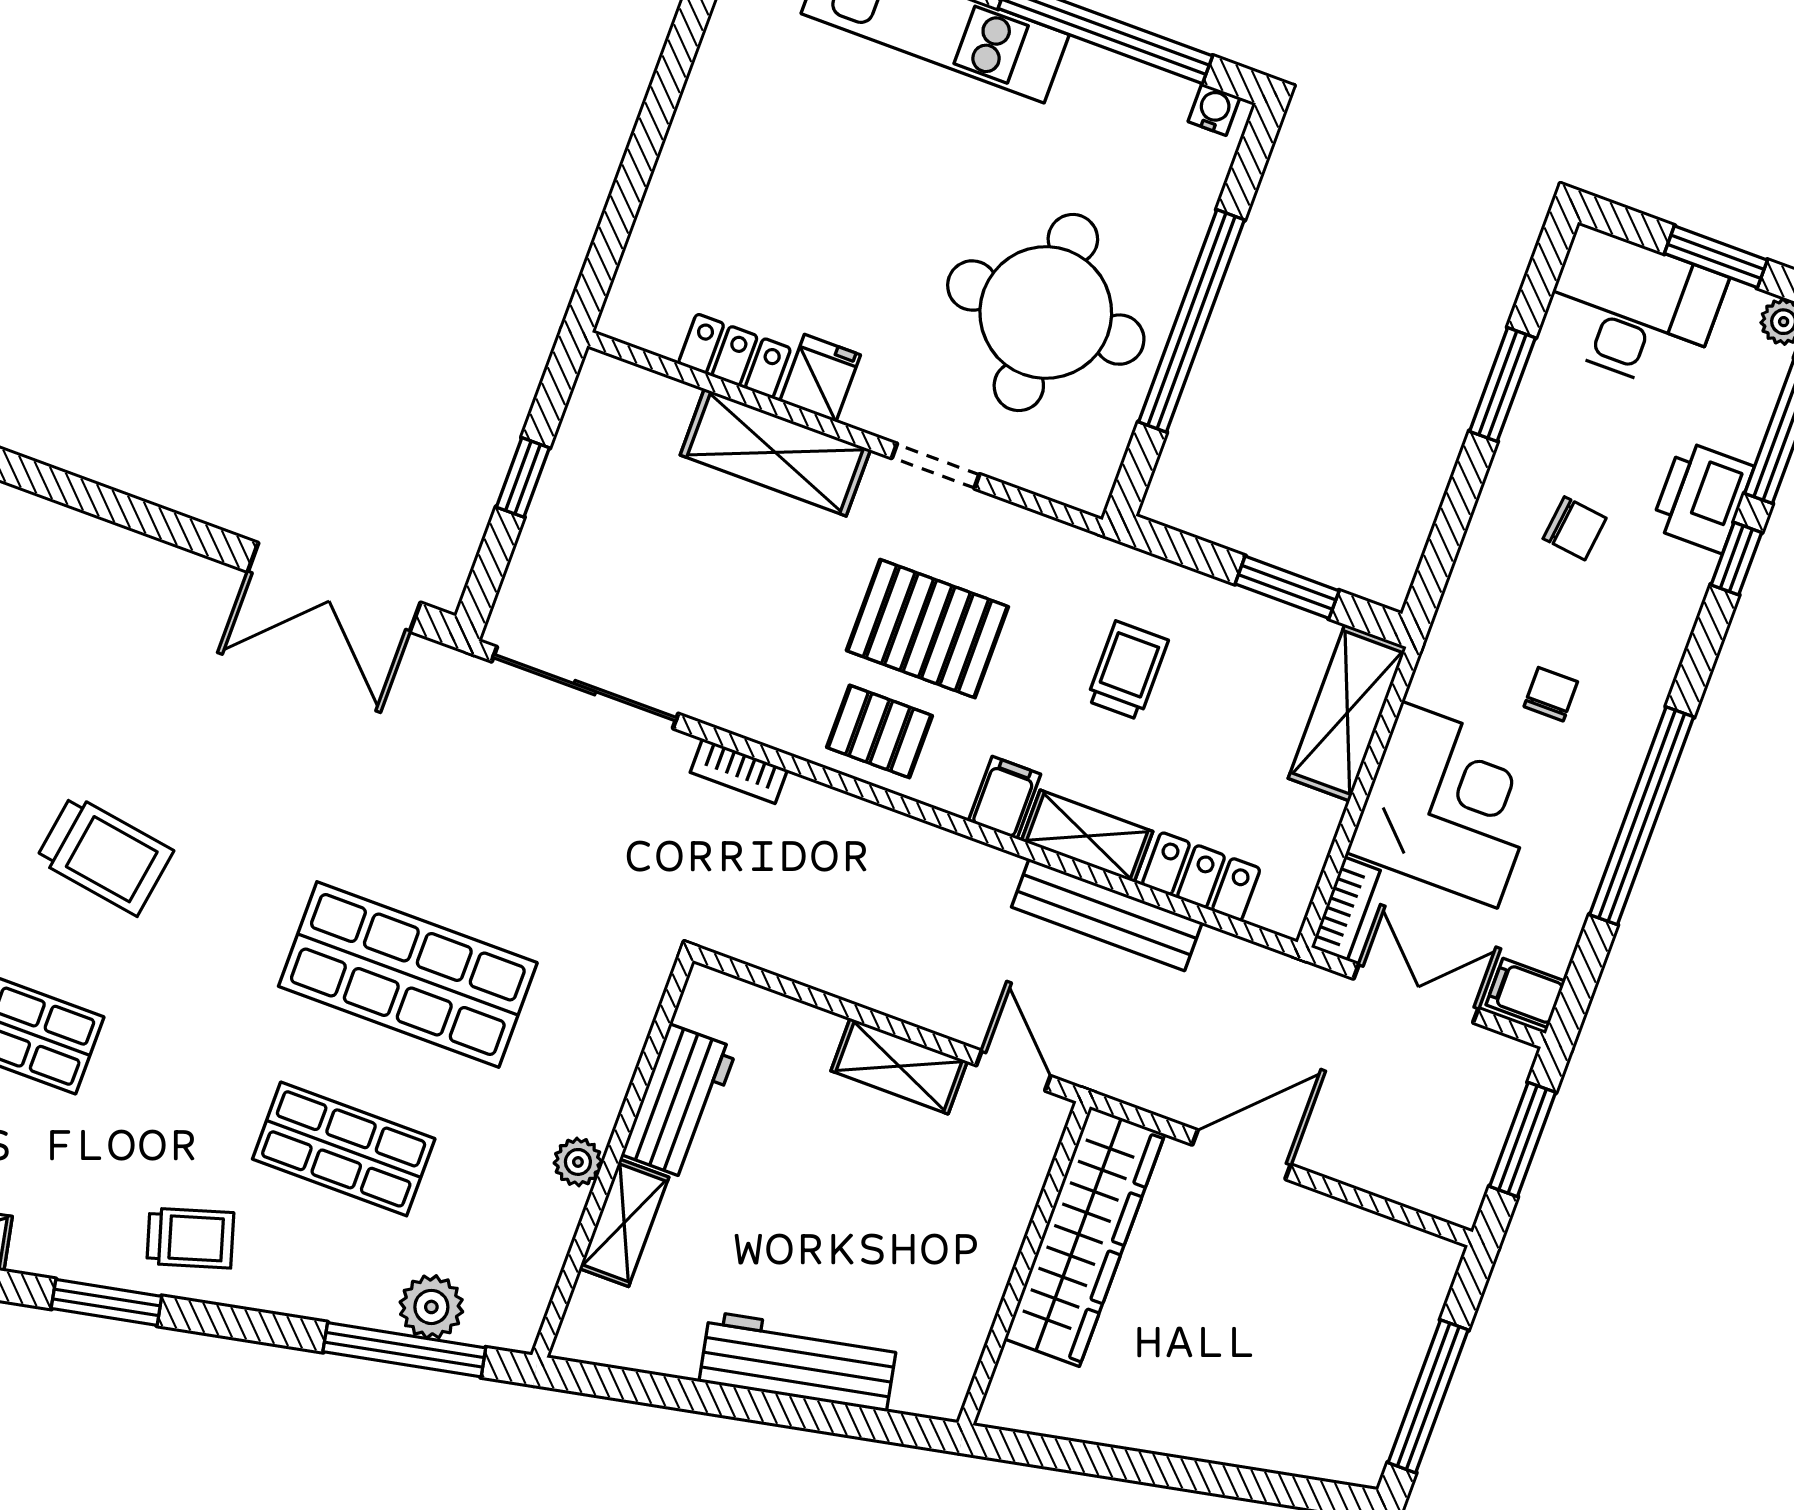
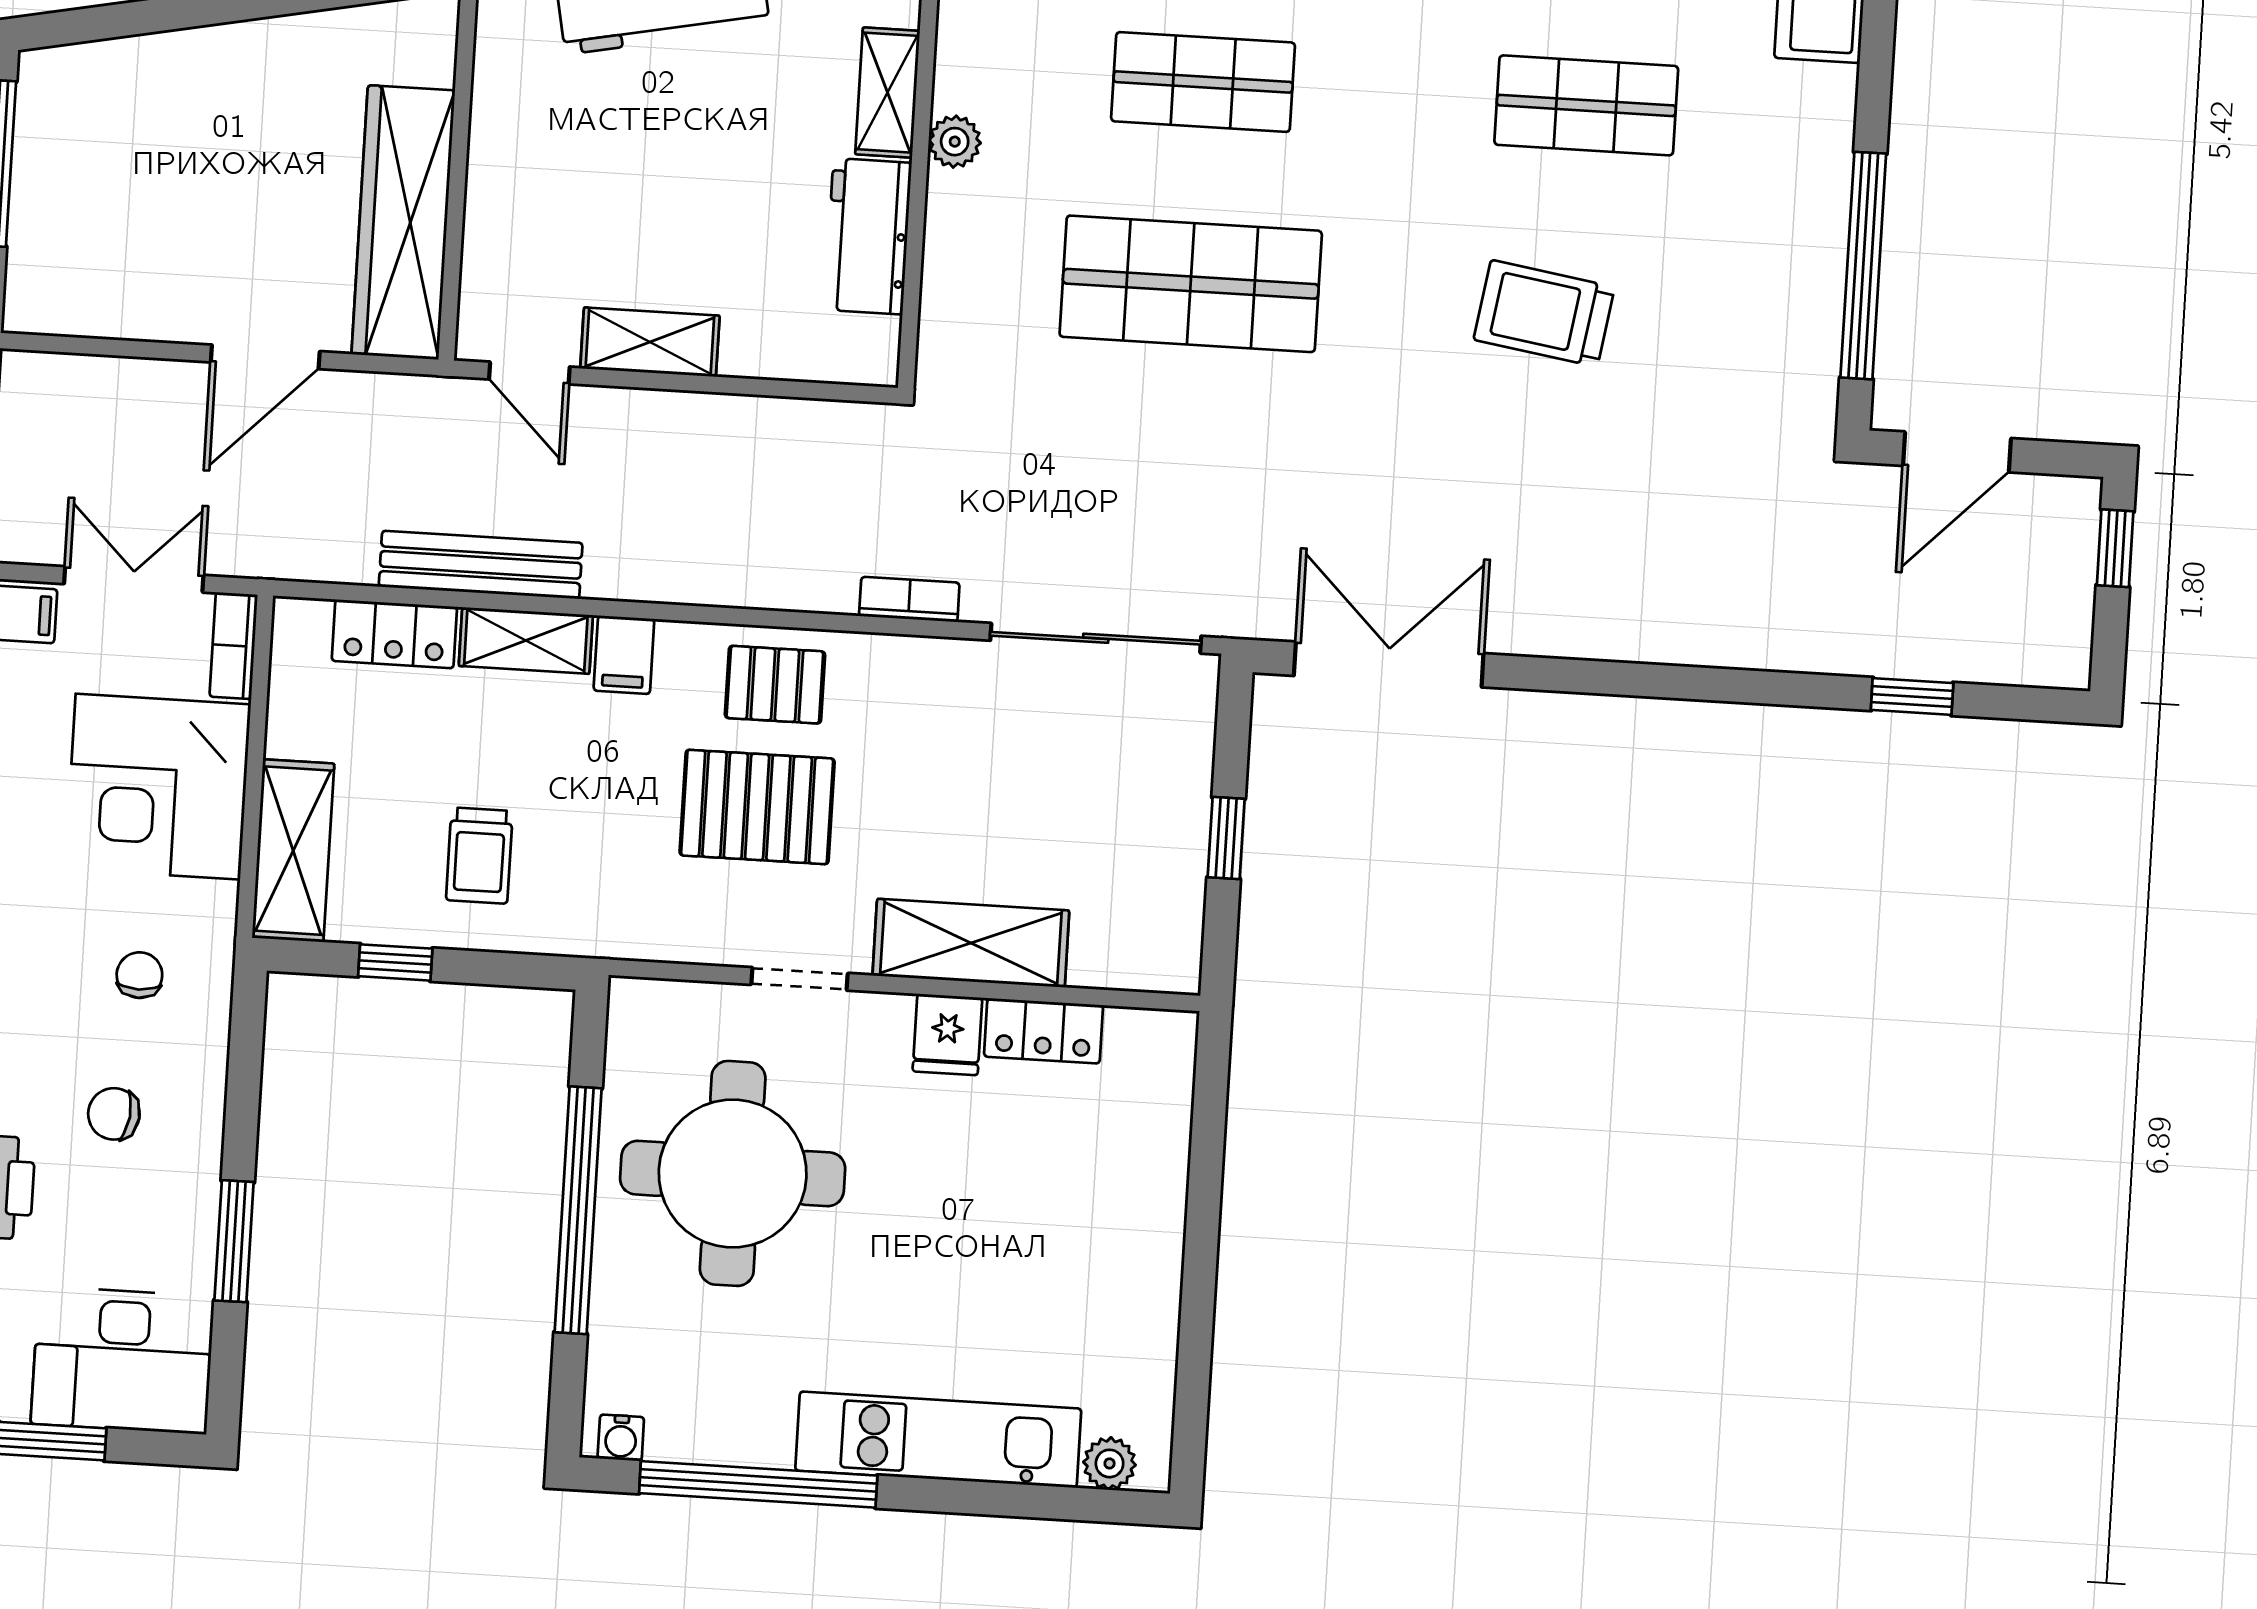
window: (1287, 587) -> (395, 962), width x0.67
trolley: (1127, 670) -> (479, 856), moved
chair: (1551, 694) -> (139, 975), moved, turned 180
double door: (1416, 993) -> (134, 579), swing flipped

